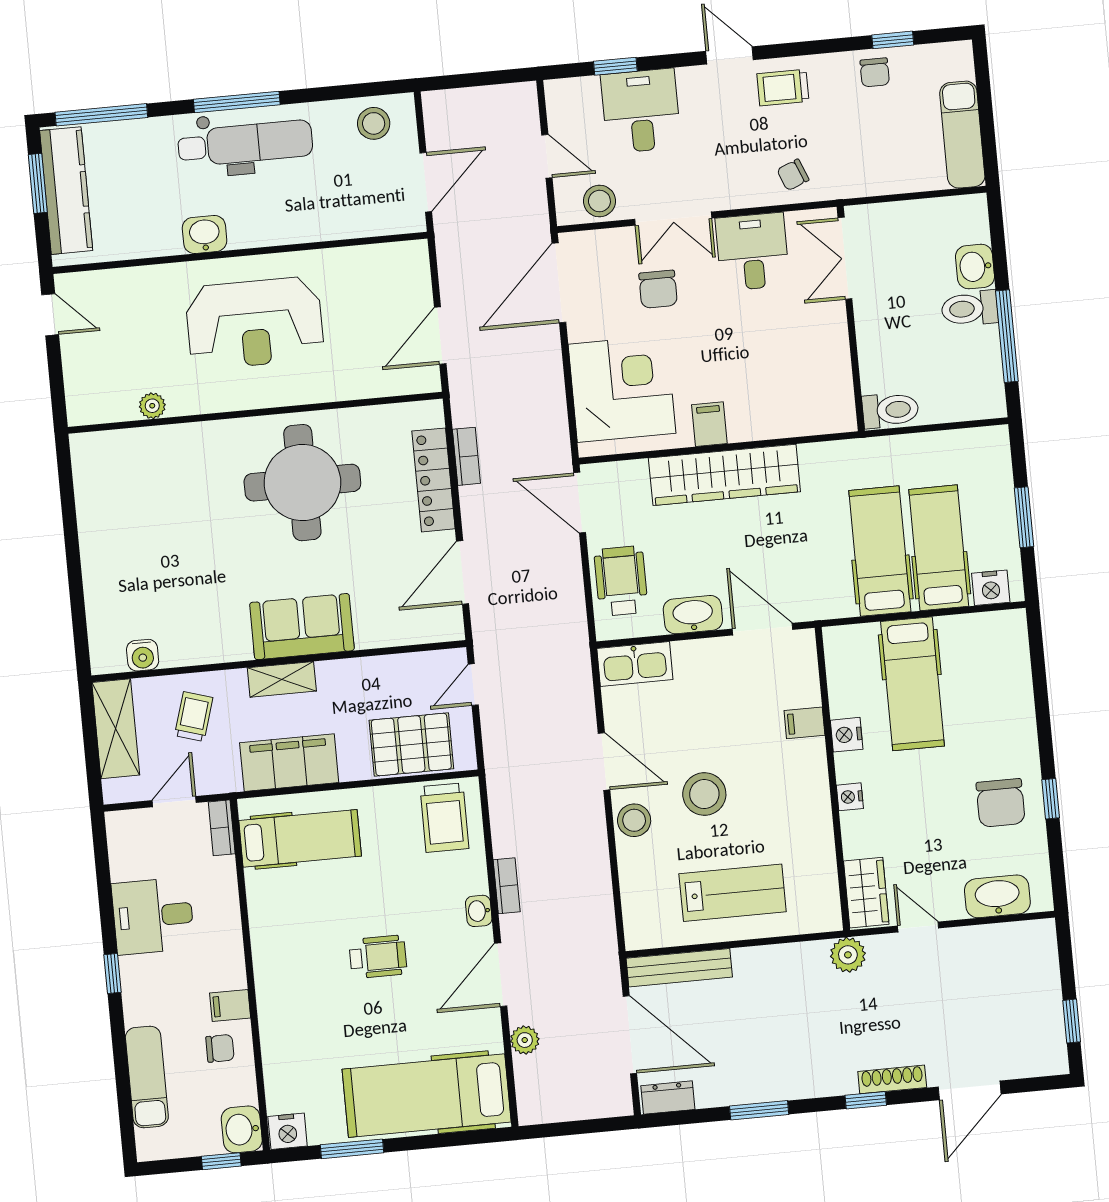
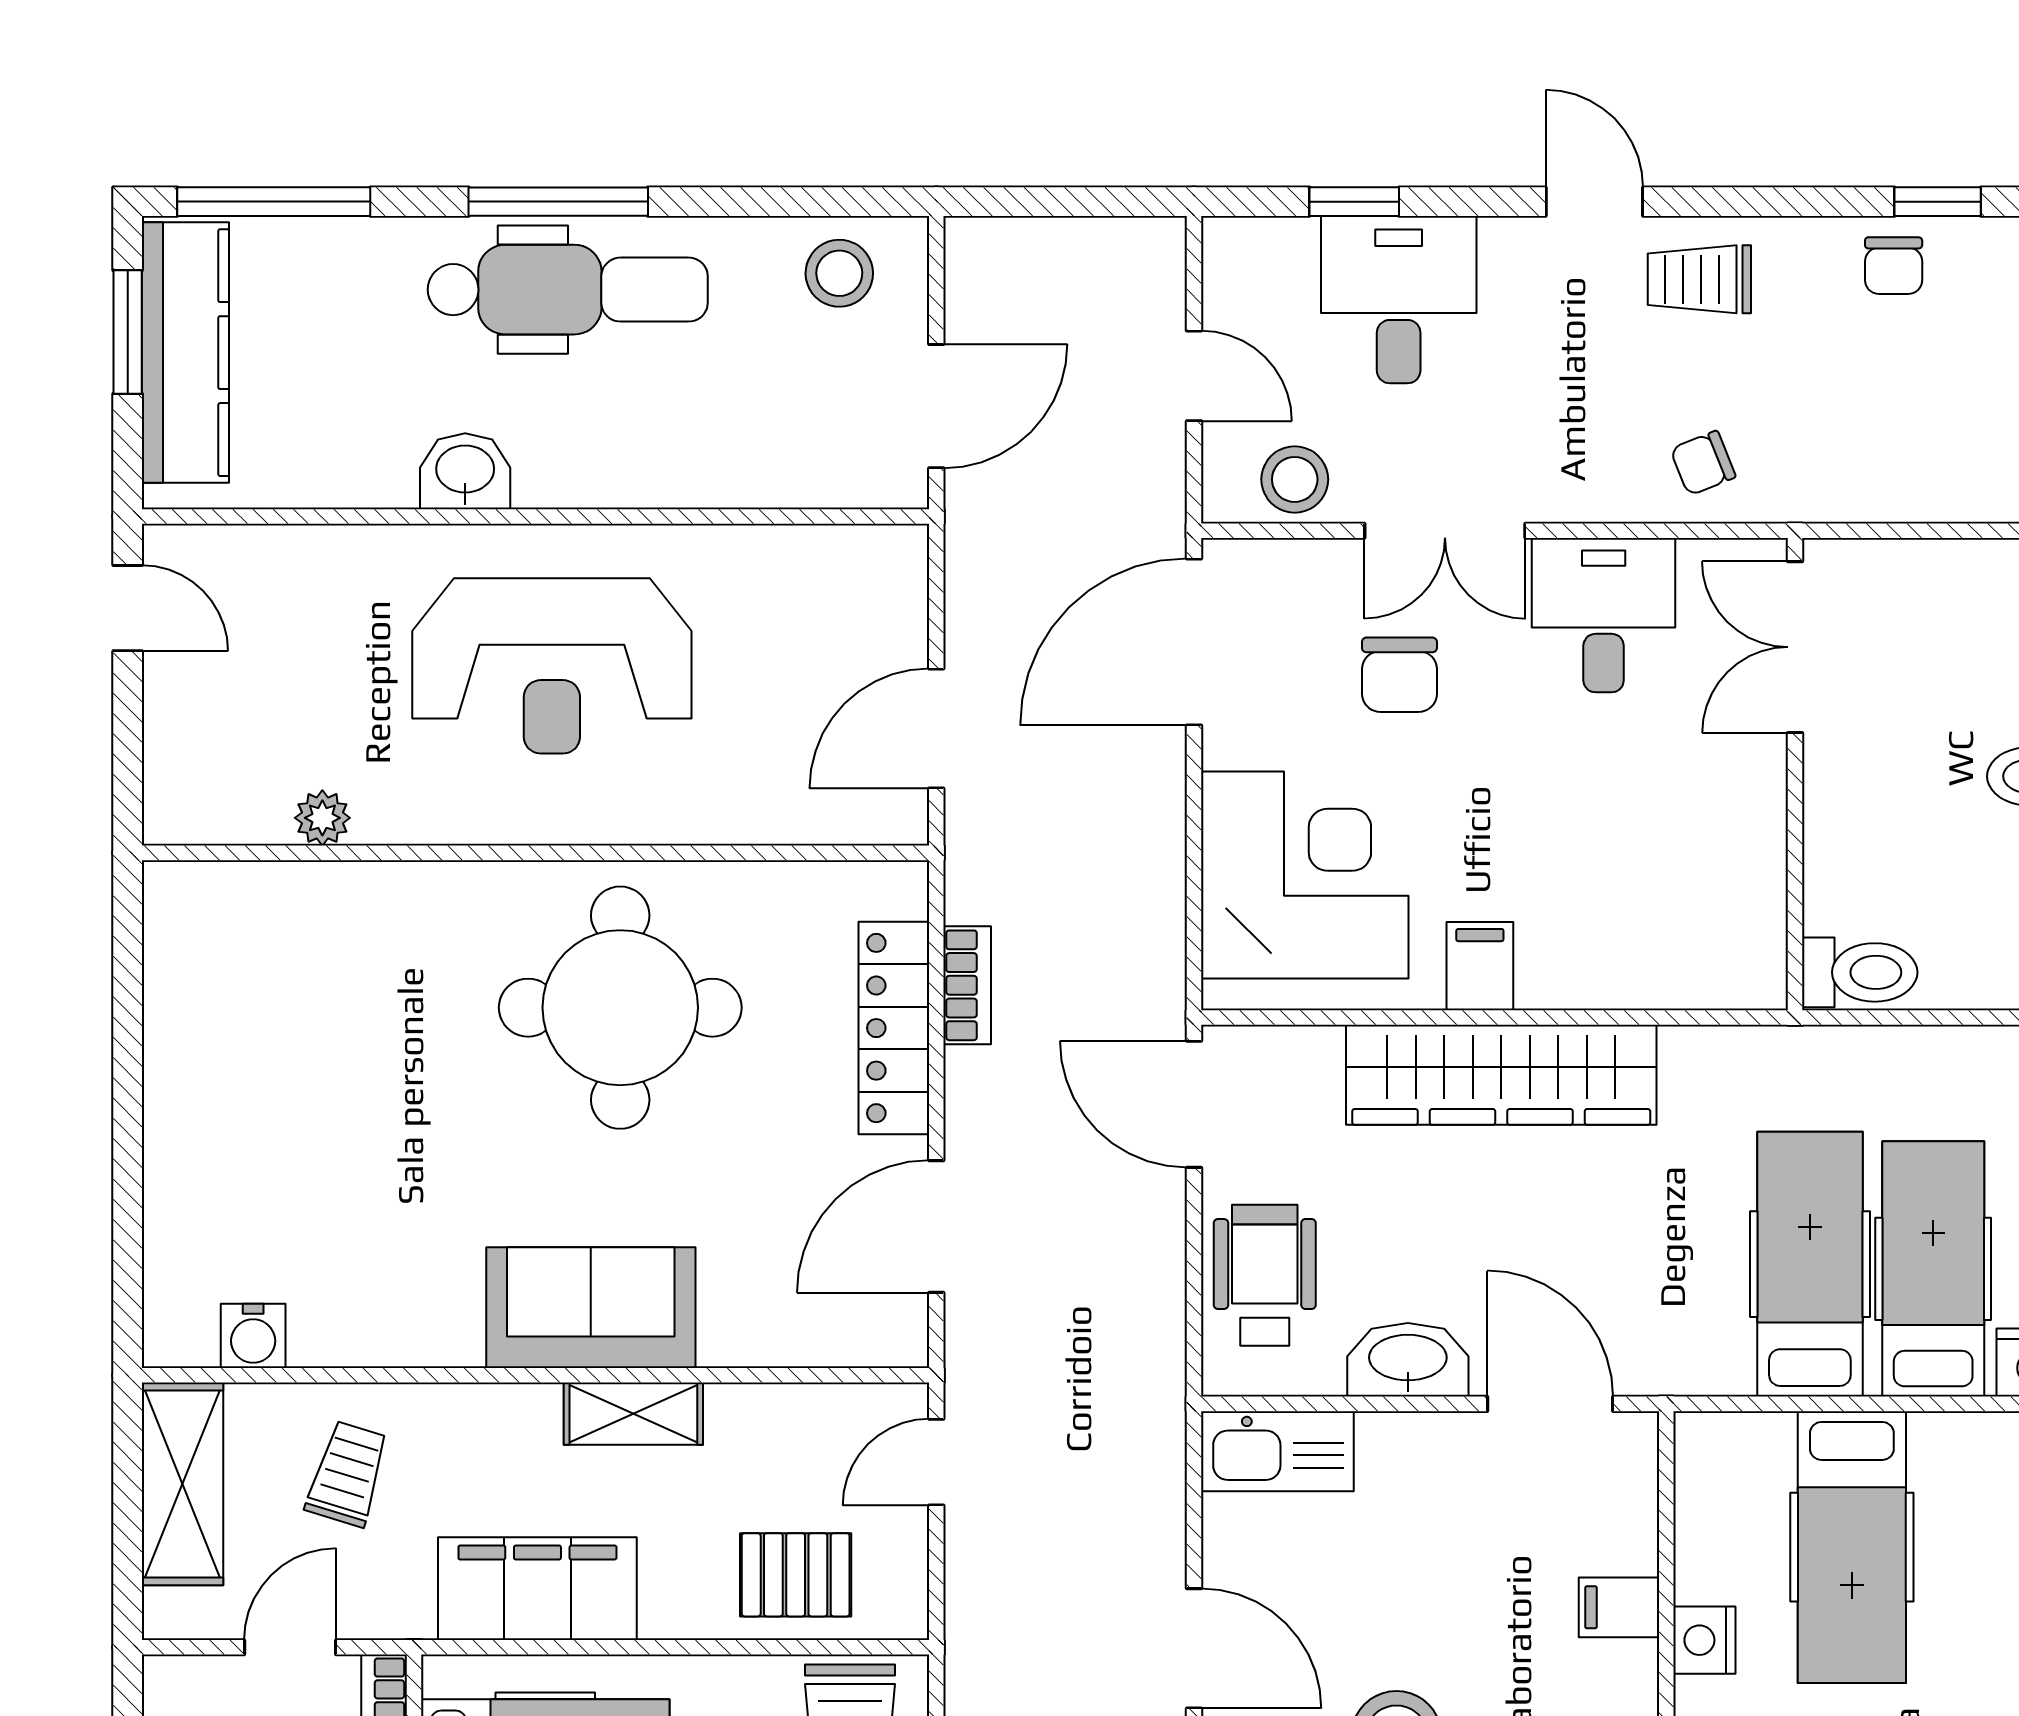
shelving: (282, 679) -> (633, 1414), moved
pallet: (411, 744) -> (796, 1575), width x0.67, depth x0.71

